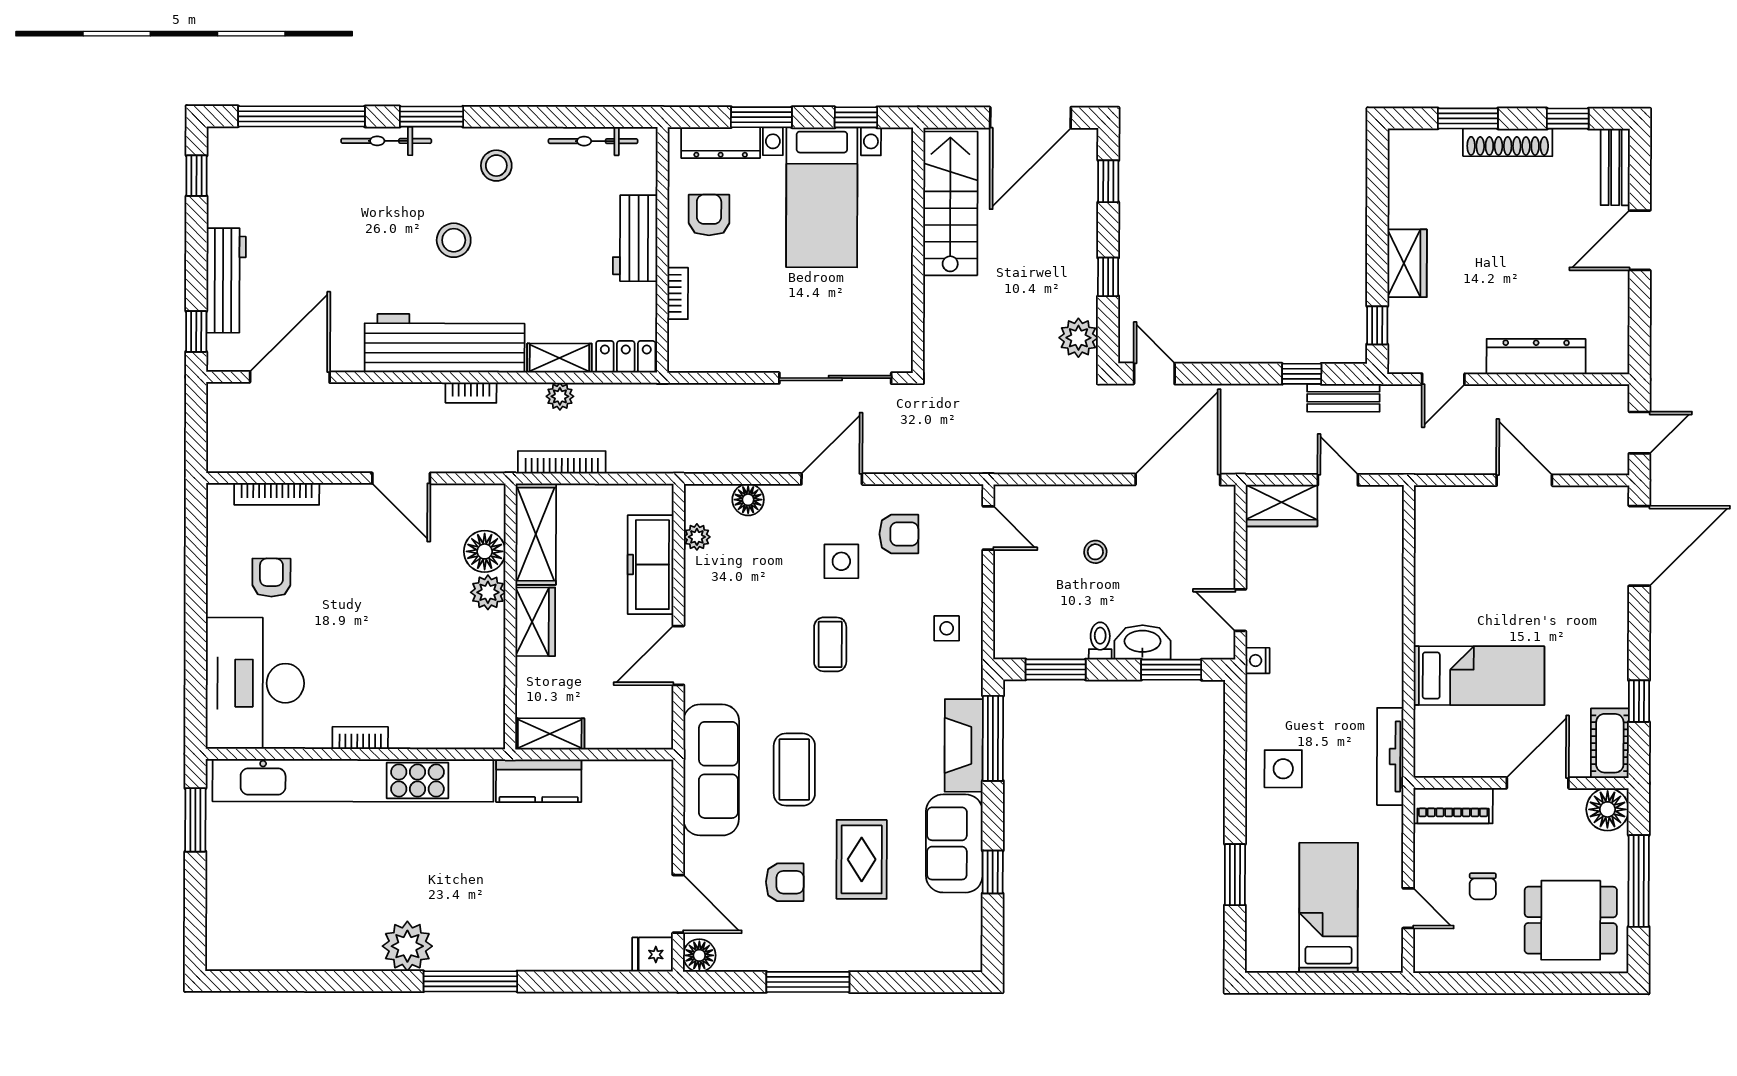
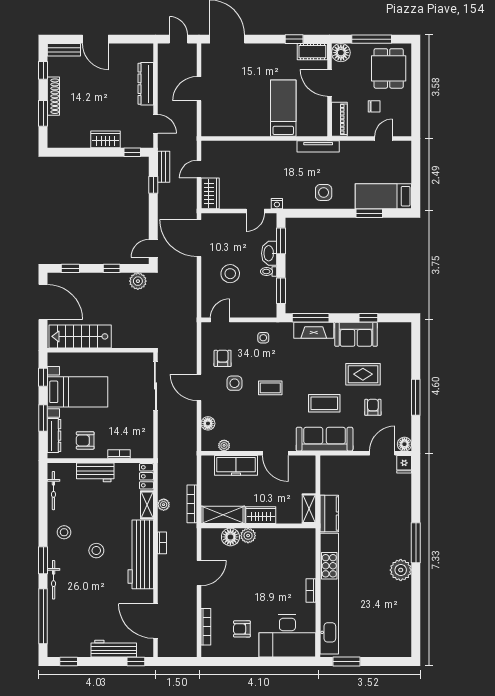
stool: (1095, 552) -> (230, 274), width x1.89, depth x1.89
bed: (1329, 908) -> (383, 196), moved

